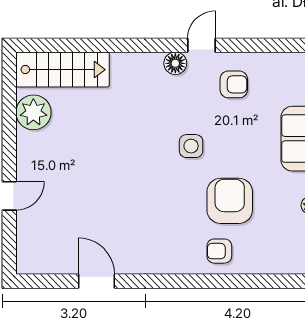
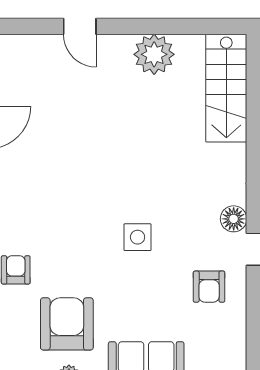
plant: (33, 112) -> (154, 54), moved
armchair: (230, 201) -> (67, 324), moved, turned -90

